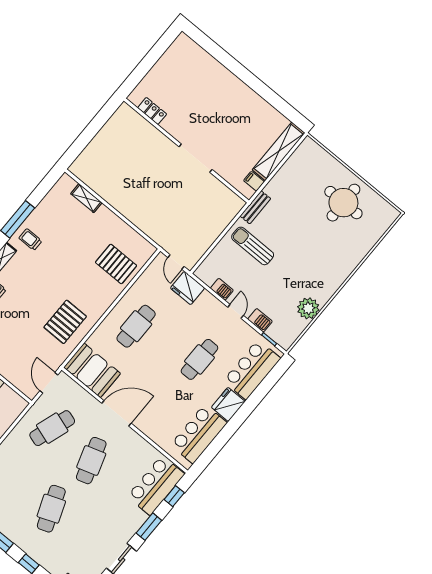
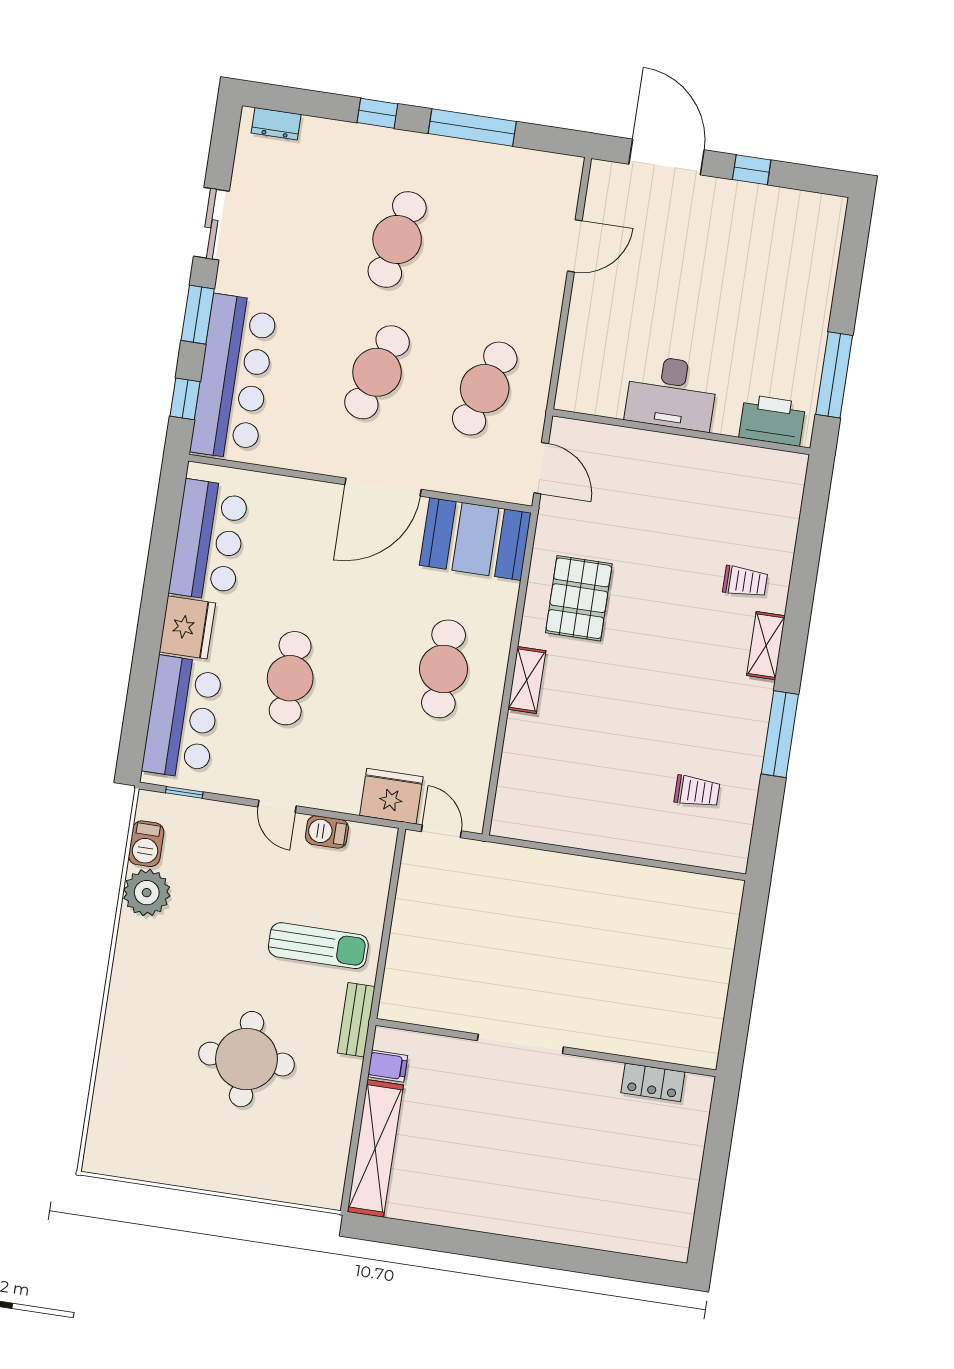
shelving: (86, 198) -> (527, 680), moved, turned 90
round table: (343, 203) -> (246, 1059), moved
trolley: (30, 239) -> (697, 791), moved
pallet: (116, 264) -> (549, 761), removed
barbecue: (260, 320) -> (146, 844), moved, turned -90
cafe table: (91, 461) -> (377, 372), turned 36
bar counter: (156, 485) -> (234, 377), width x1.36
cafe table: (51, 509) -> (397, 239), turned 33

